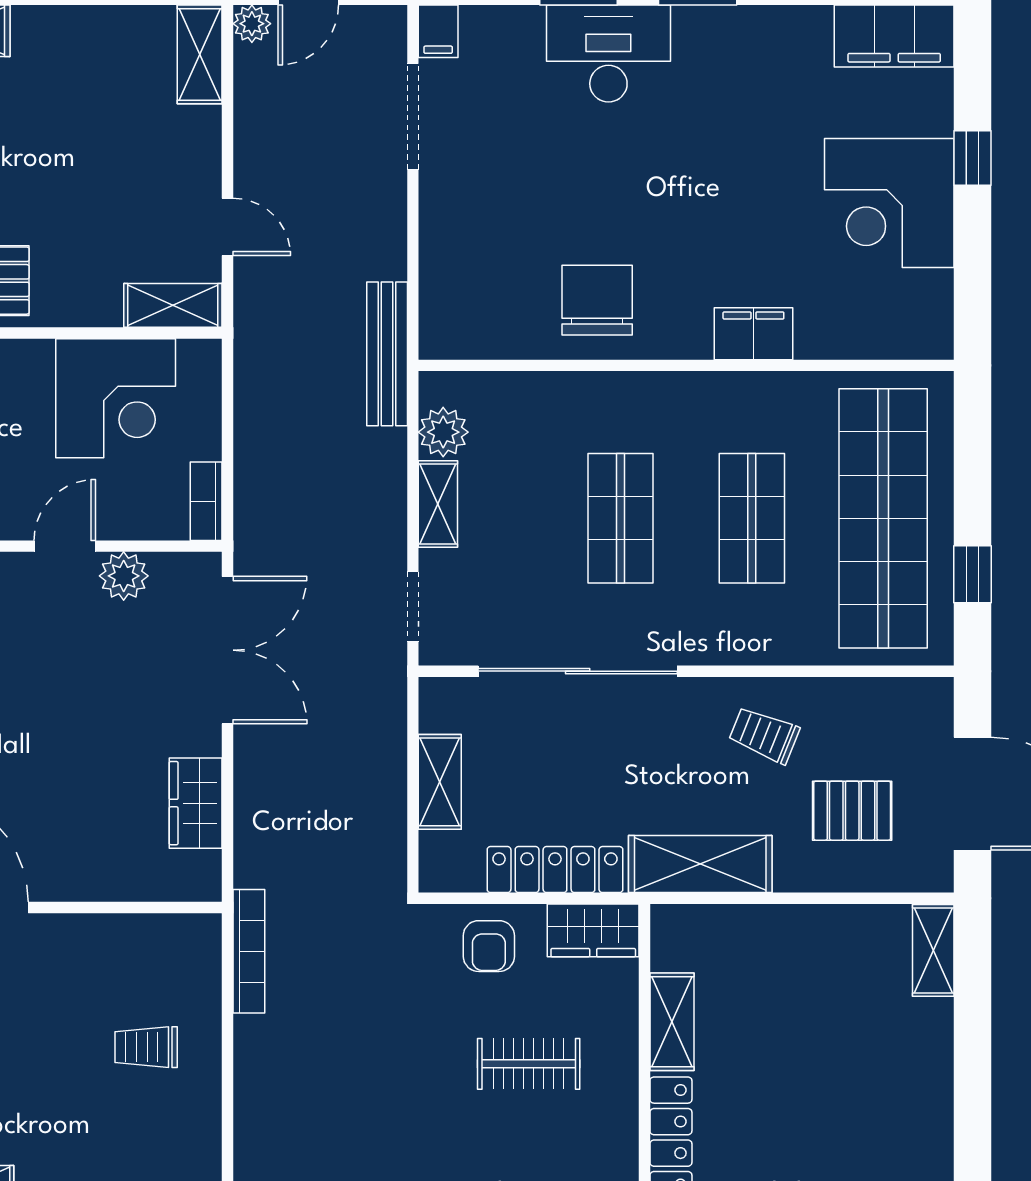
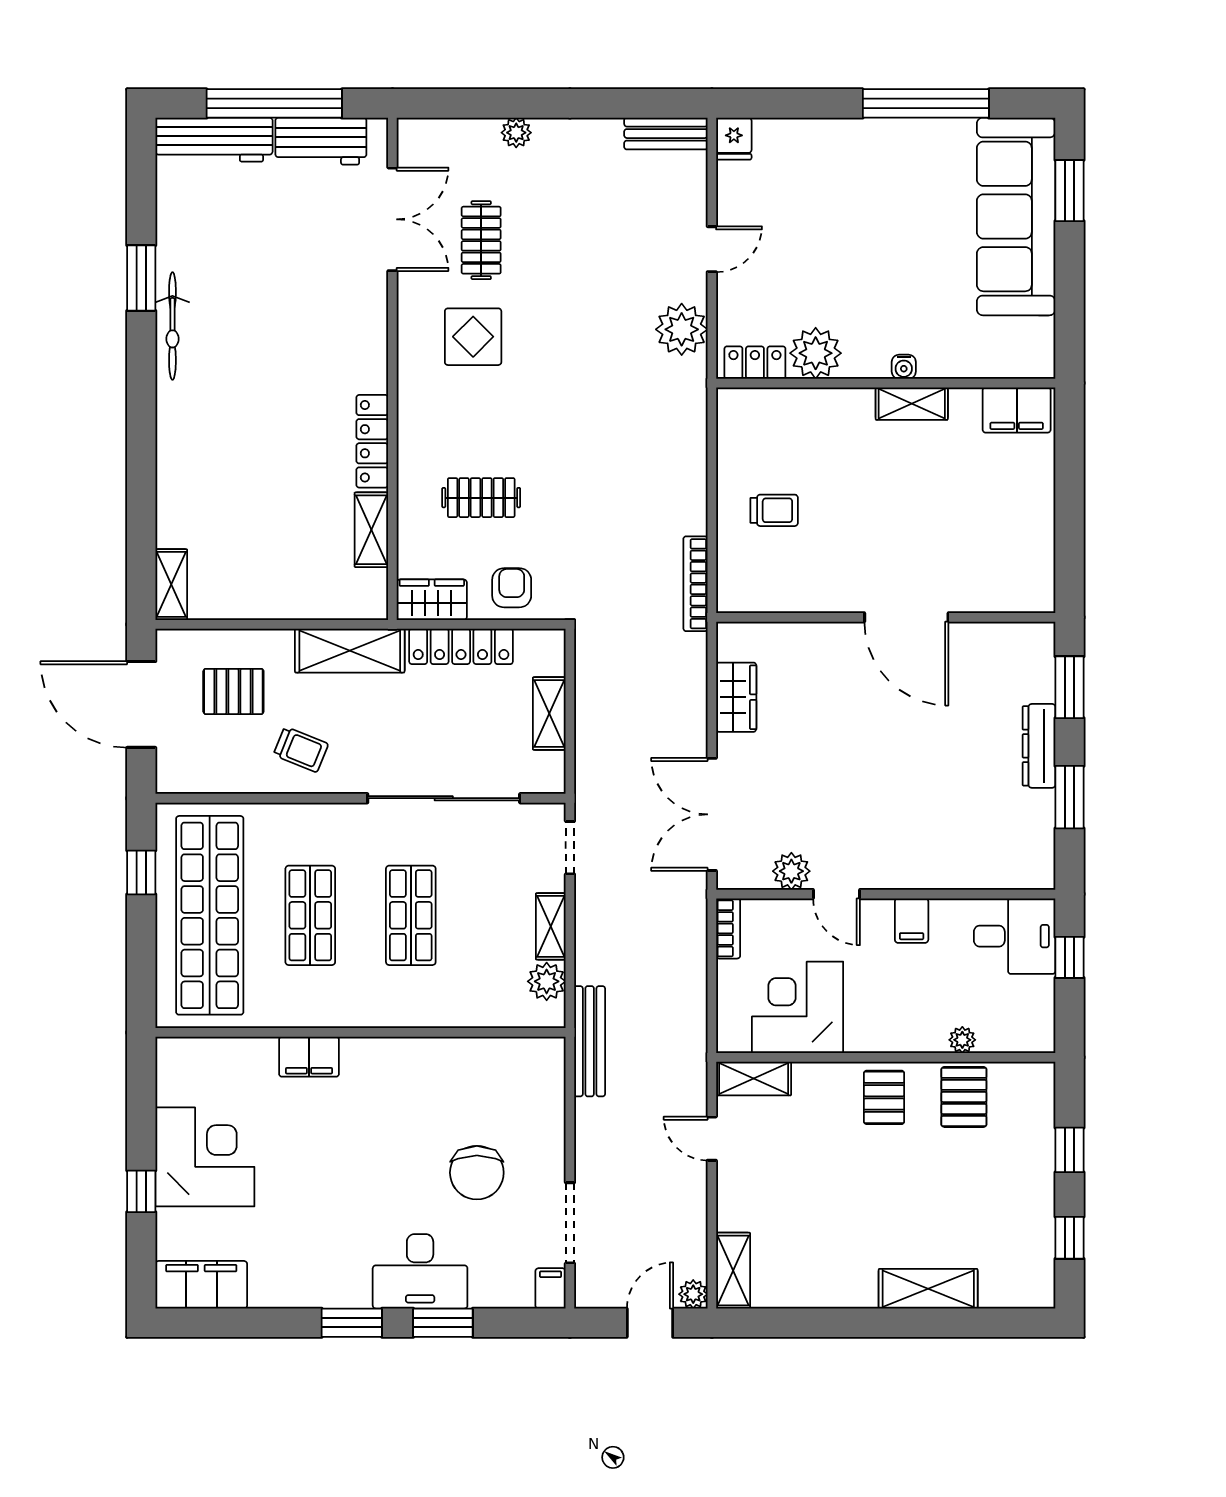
chair: (597, 300) -> (477, 1173), moved
door: (65, 546) -> (836, 894), hinge flipped

